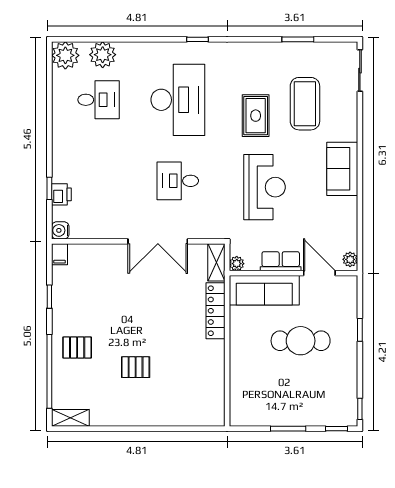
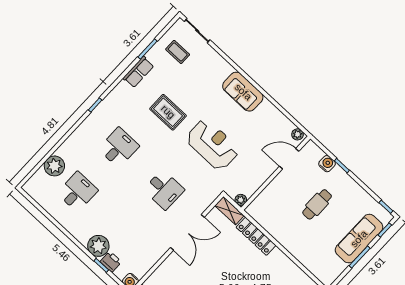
plant: (65, 55) -> (98, 246), moved
desk: (178, 100) -> (119, 148), width x0.53, depth x0.77
coffee table: (305, 104) -> (178, 52), moved, width x0.54, depth x0.58
desk: (178, 181) -> (164, 190), turned -90
row of seats: (281, 261) -> (138, 72), moved, turned 180
sofa: (264, 290) -> (359, 239), moved, turned 180
water cooler: (348, 314) -> (327, 164), added
cafe table: (301, 341) -> (317, 204), width x0.73, depth x0.74

